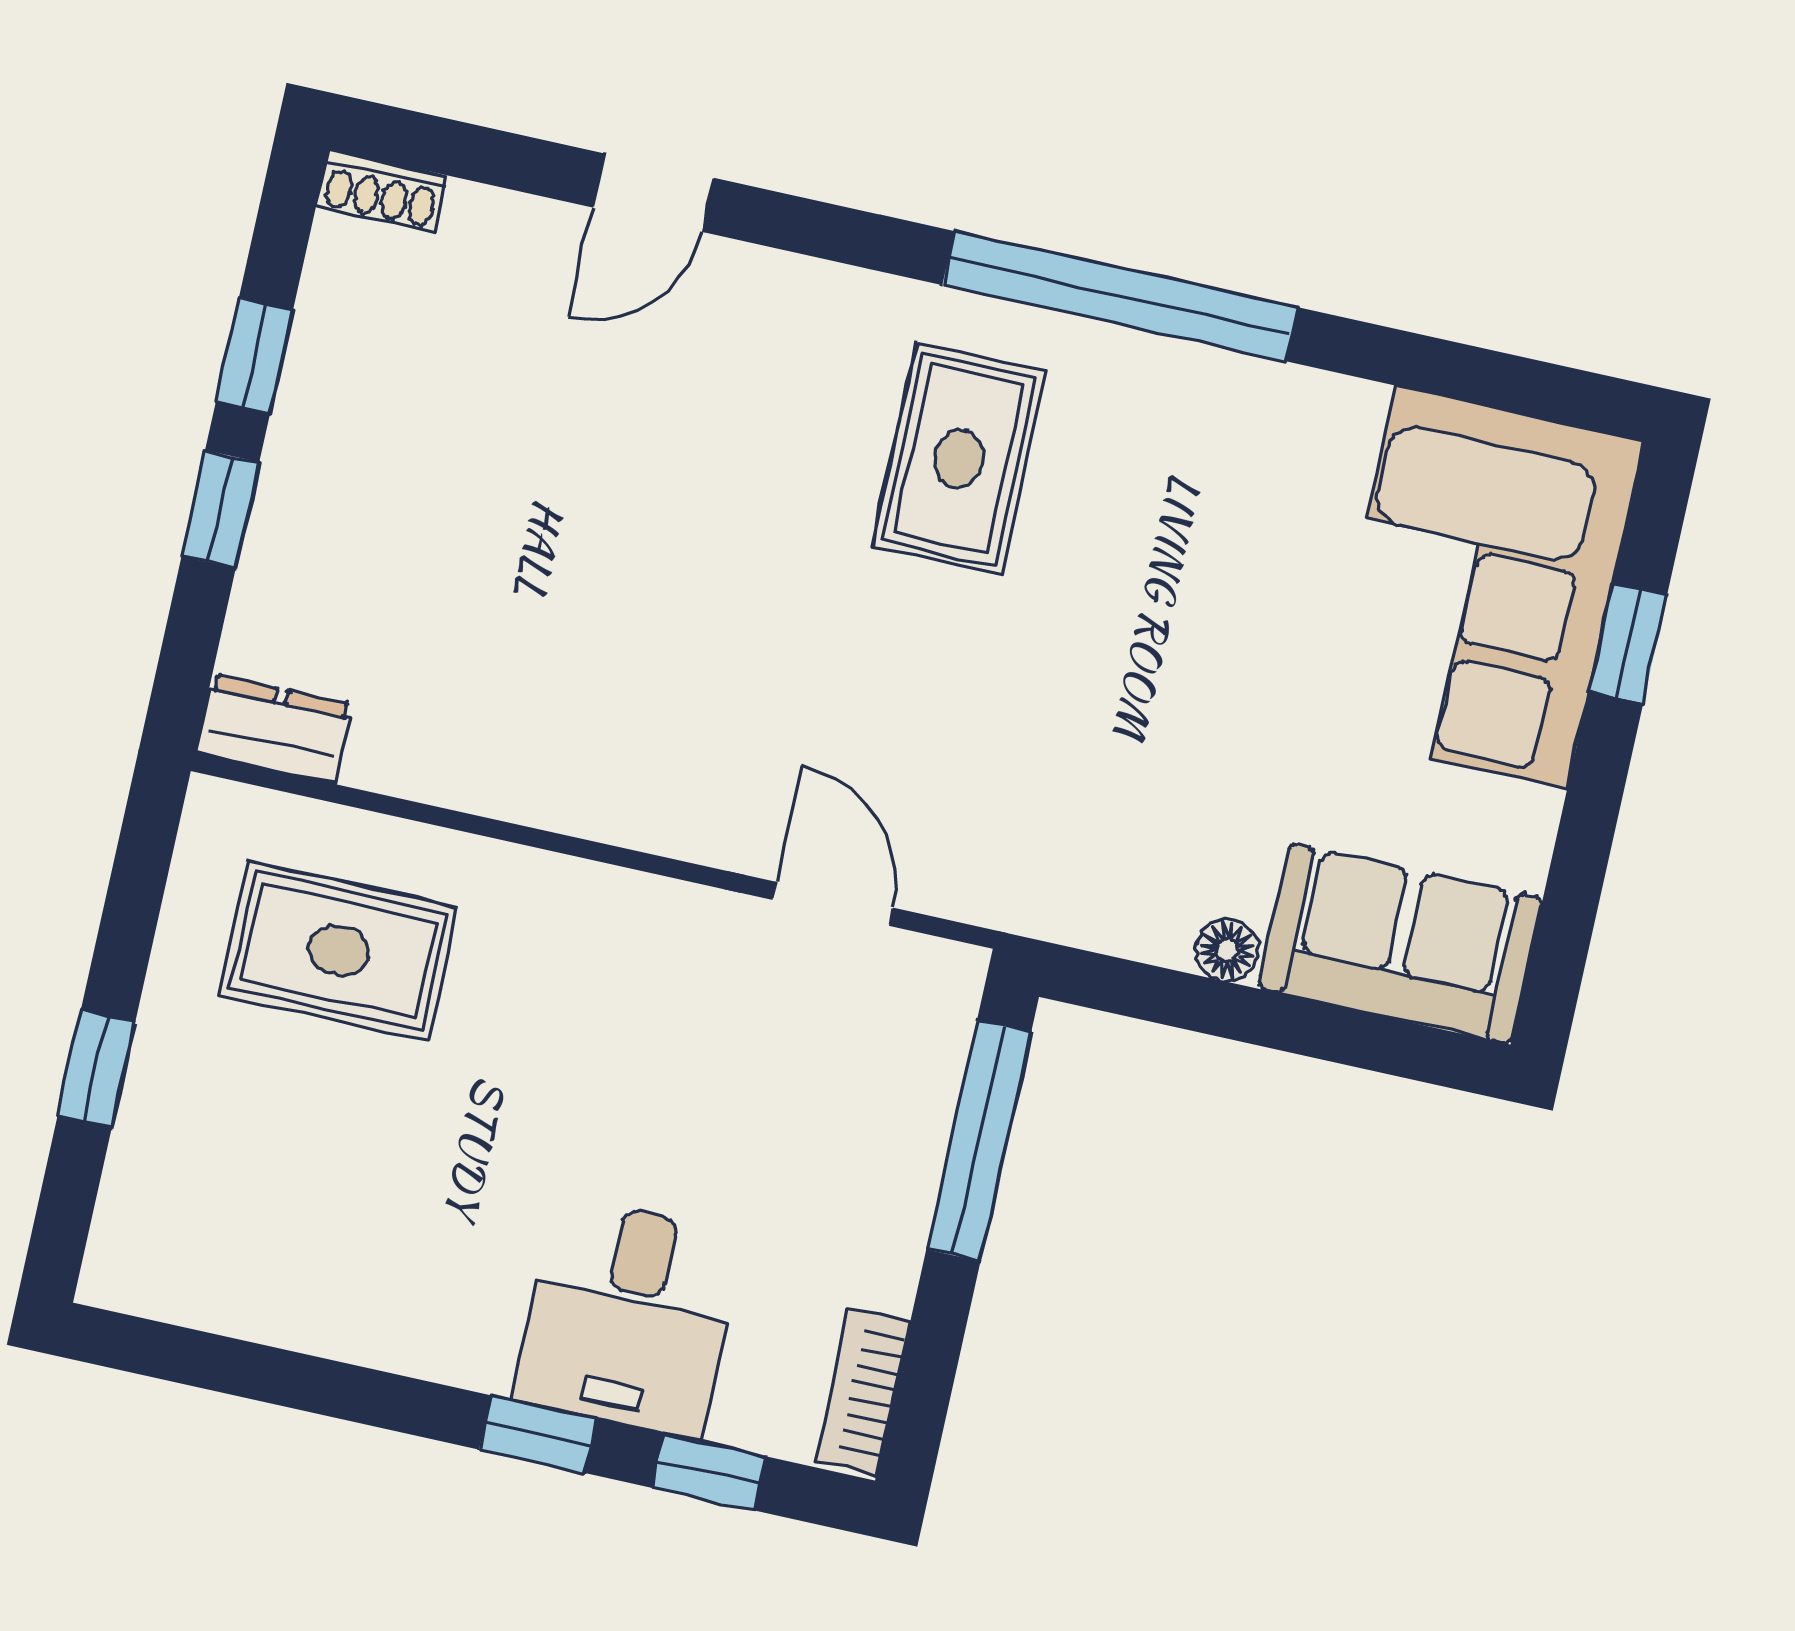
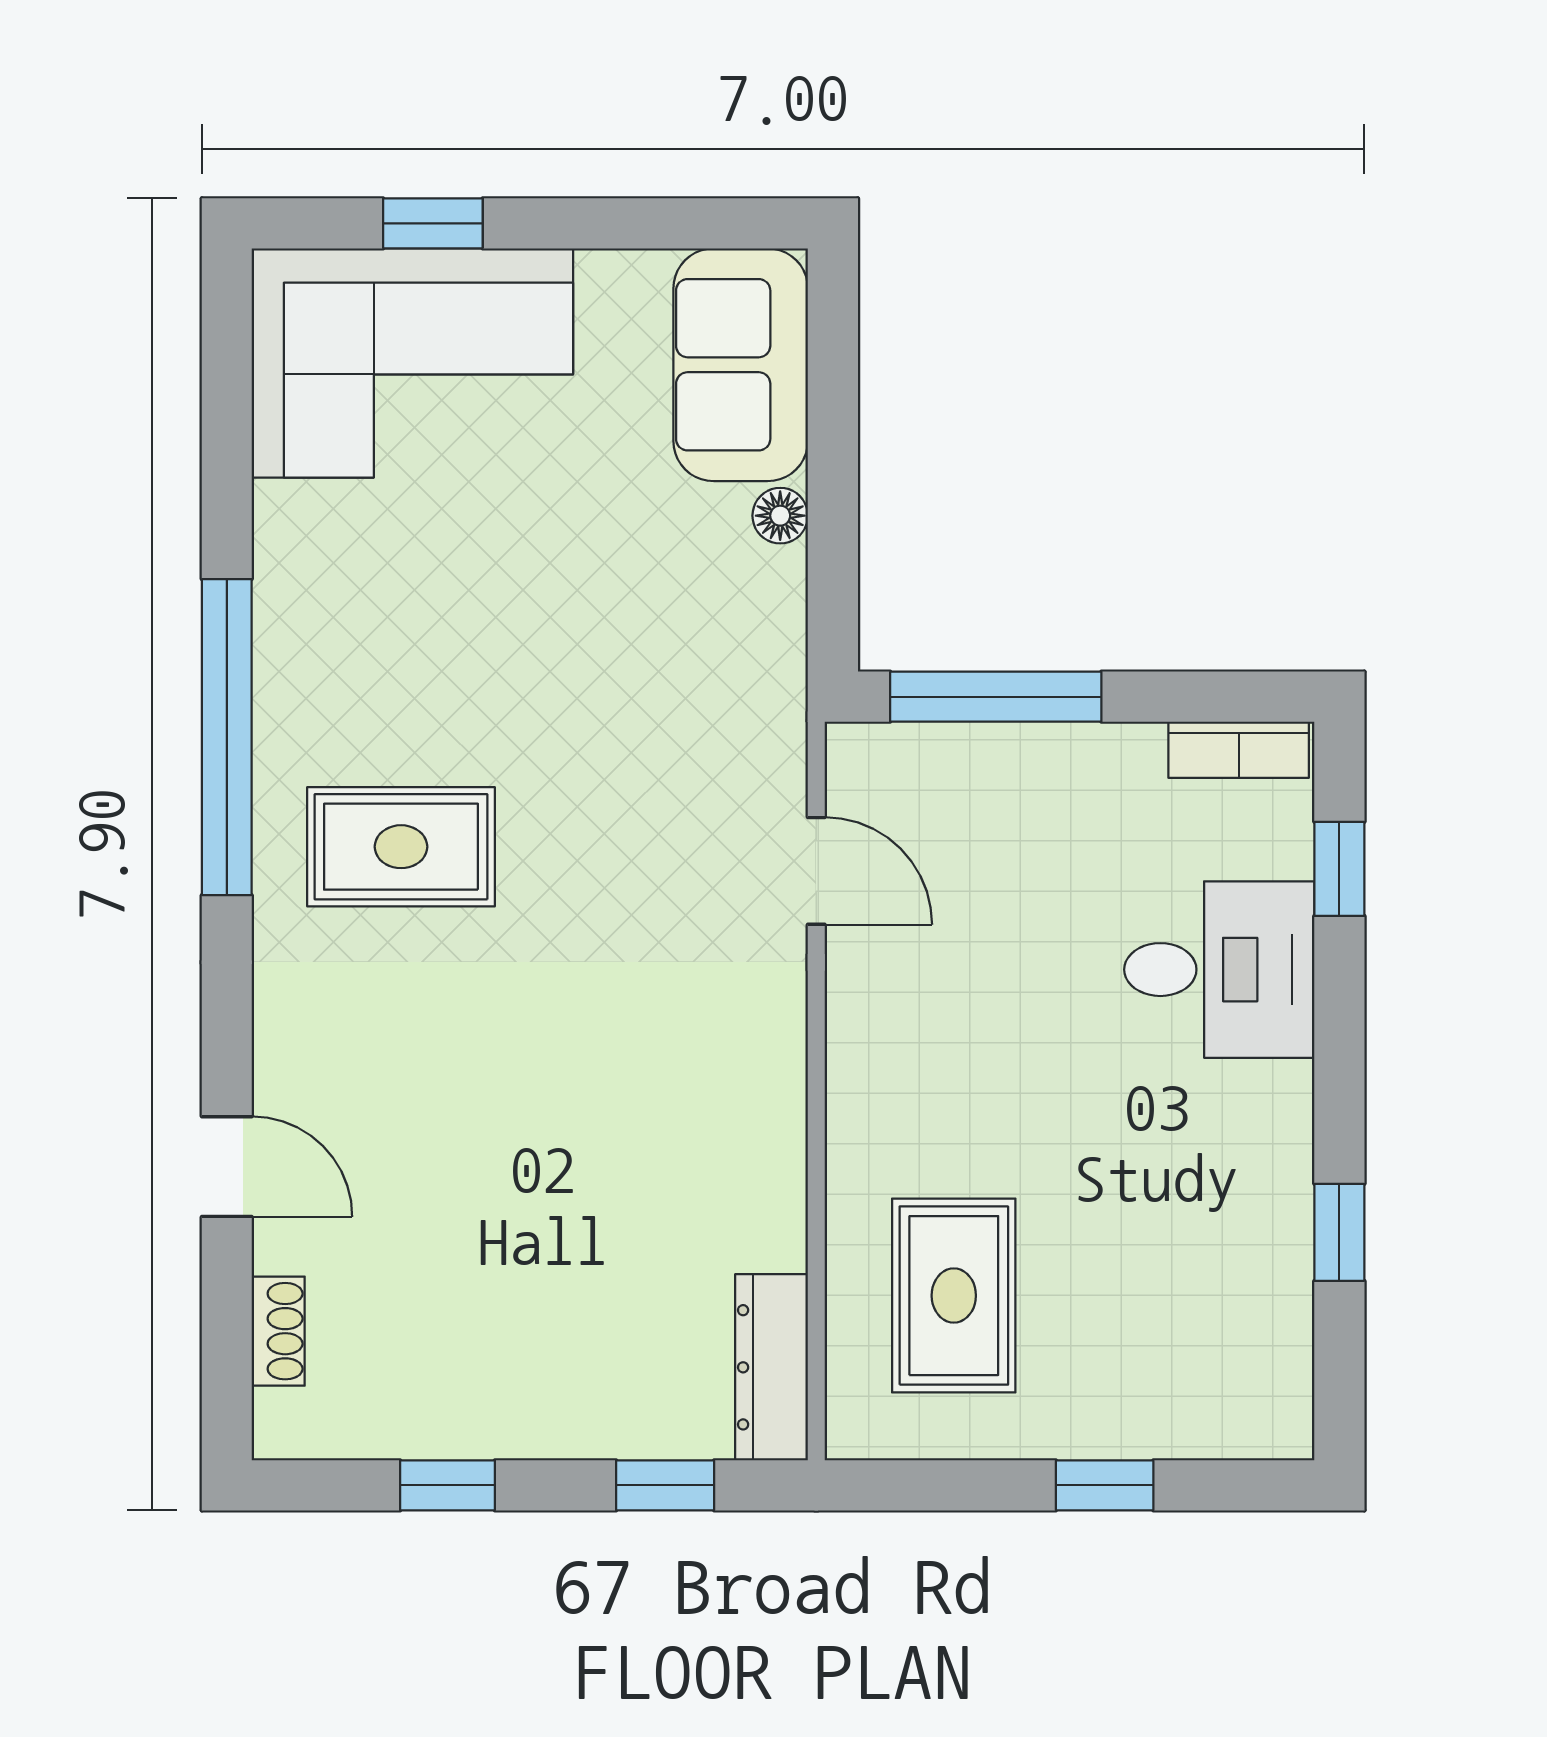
shoe rack: (381, 191) -> (278, 1331), moved
window: (220, 509) -> (665, 1485), moved
dresser: (274, 729) -> (772, 1367), width x1.44
door: (833, 904) -> (816, 871), swing flipped
window: (538, 1434) -> (1339, 1232), moved

